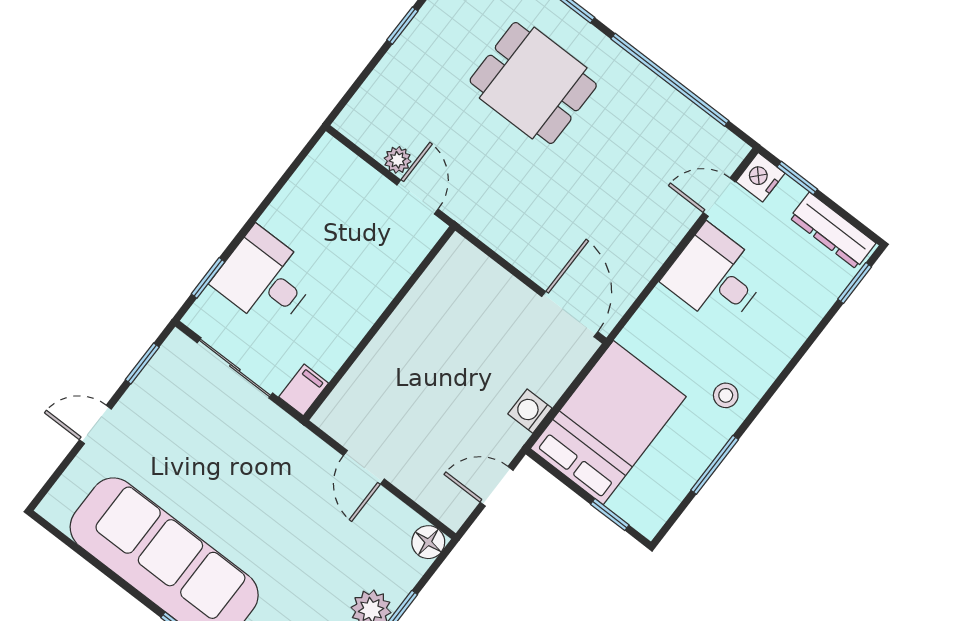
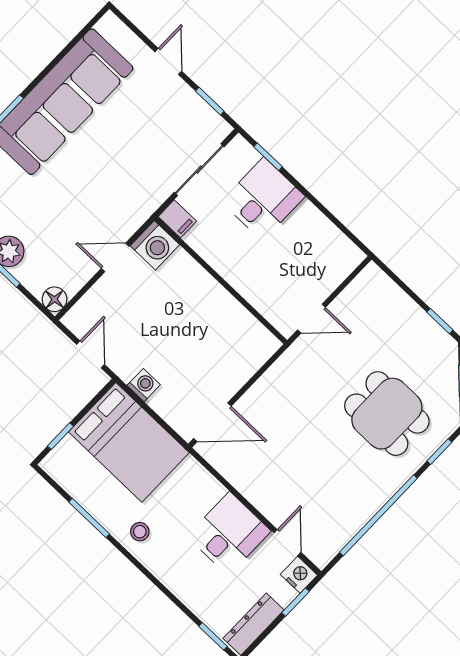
dining table: (533, 83) -> (387, 414), turned 90
plant: (398, 160) -> (341, 307), removed
washing machine: (342, 416) -> (155, 245), added

